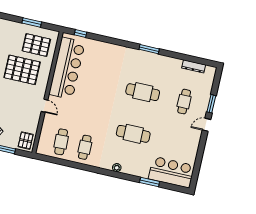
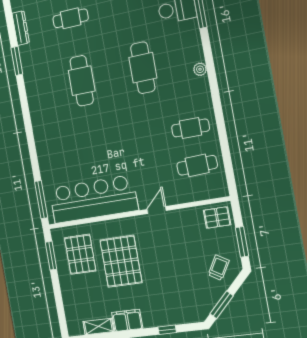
window: (32, 22) -> (51, 256), moved
window: (80, 34) -> (41, 200), width x2.17
window: (149, 49) -> (17, 61), moved

